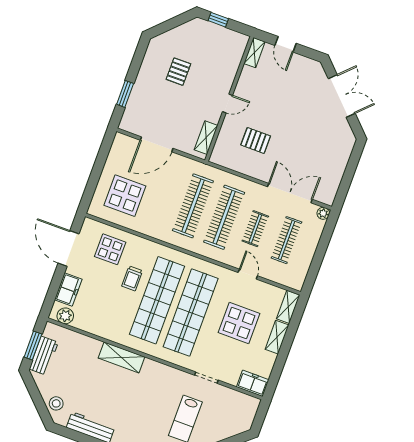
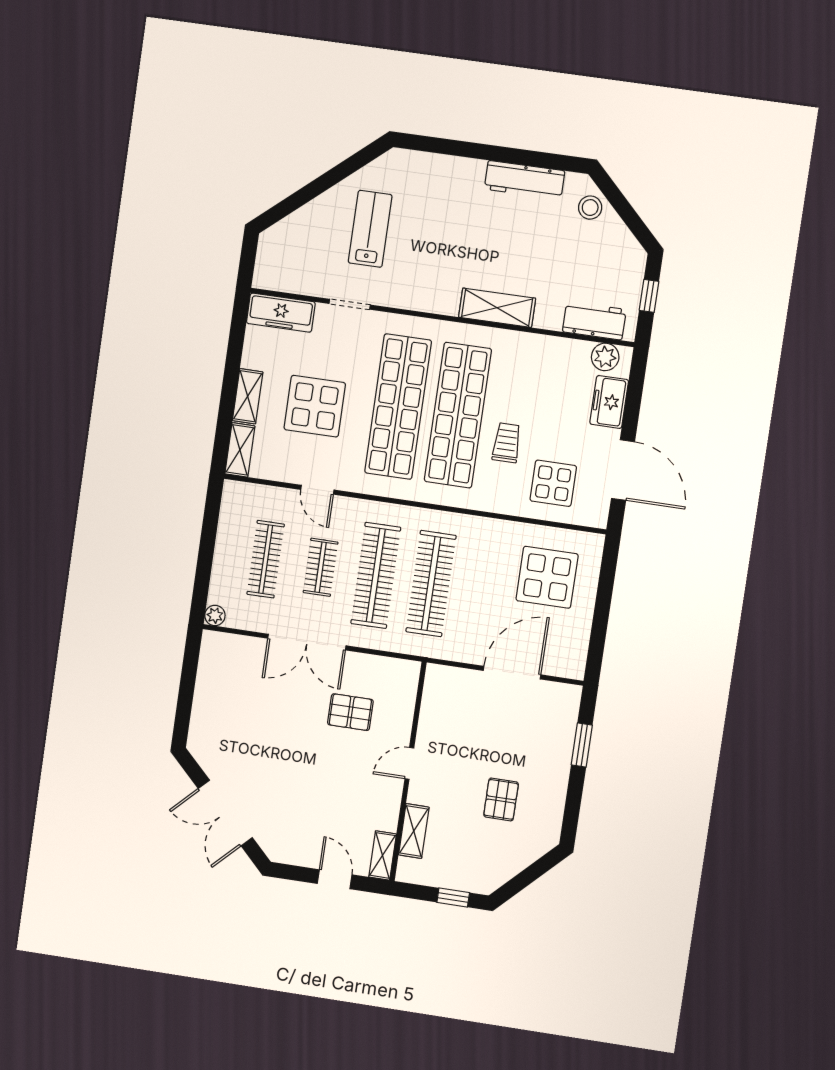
shelving: (206, 138) -> (414, 831), moved
double door: (290, 193) -> (307, 642), moved
window: (33, 346) -> (649, 296), width x0.67
workbench: (44, 356) -> (594, 321), moved, turned 90
freezer: (253, 383) -> (281, 313), width x1.40

